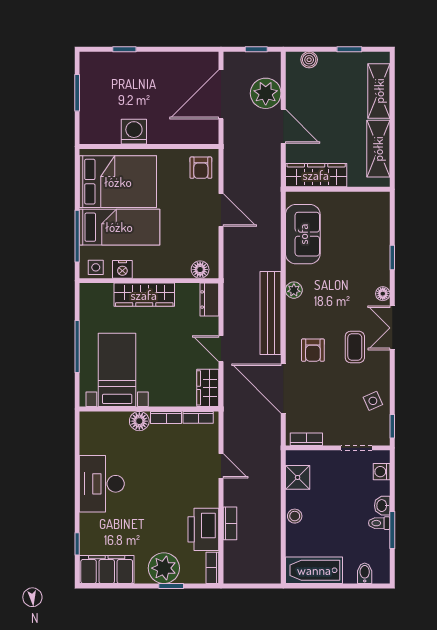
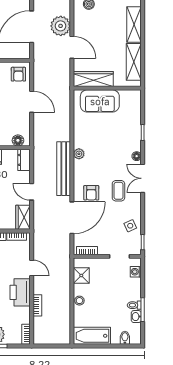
sofa: (303, 234) -> (100, 101), moved, turned 90
door: (283, 388) -> (72, 218), swing flipped
washbasin: (382, 506) -> (136, 317), moved
printer: (203, 529) -> (20, 292), moved

